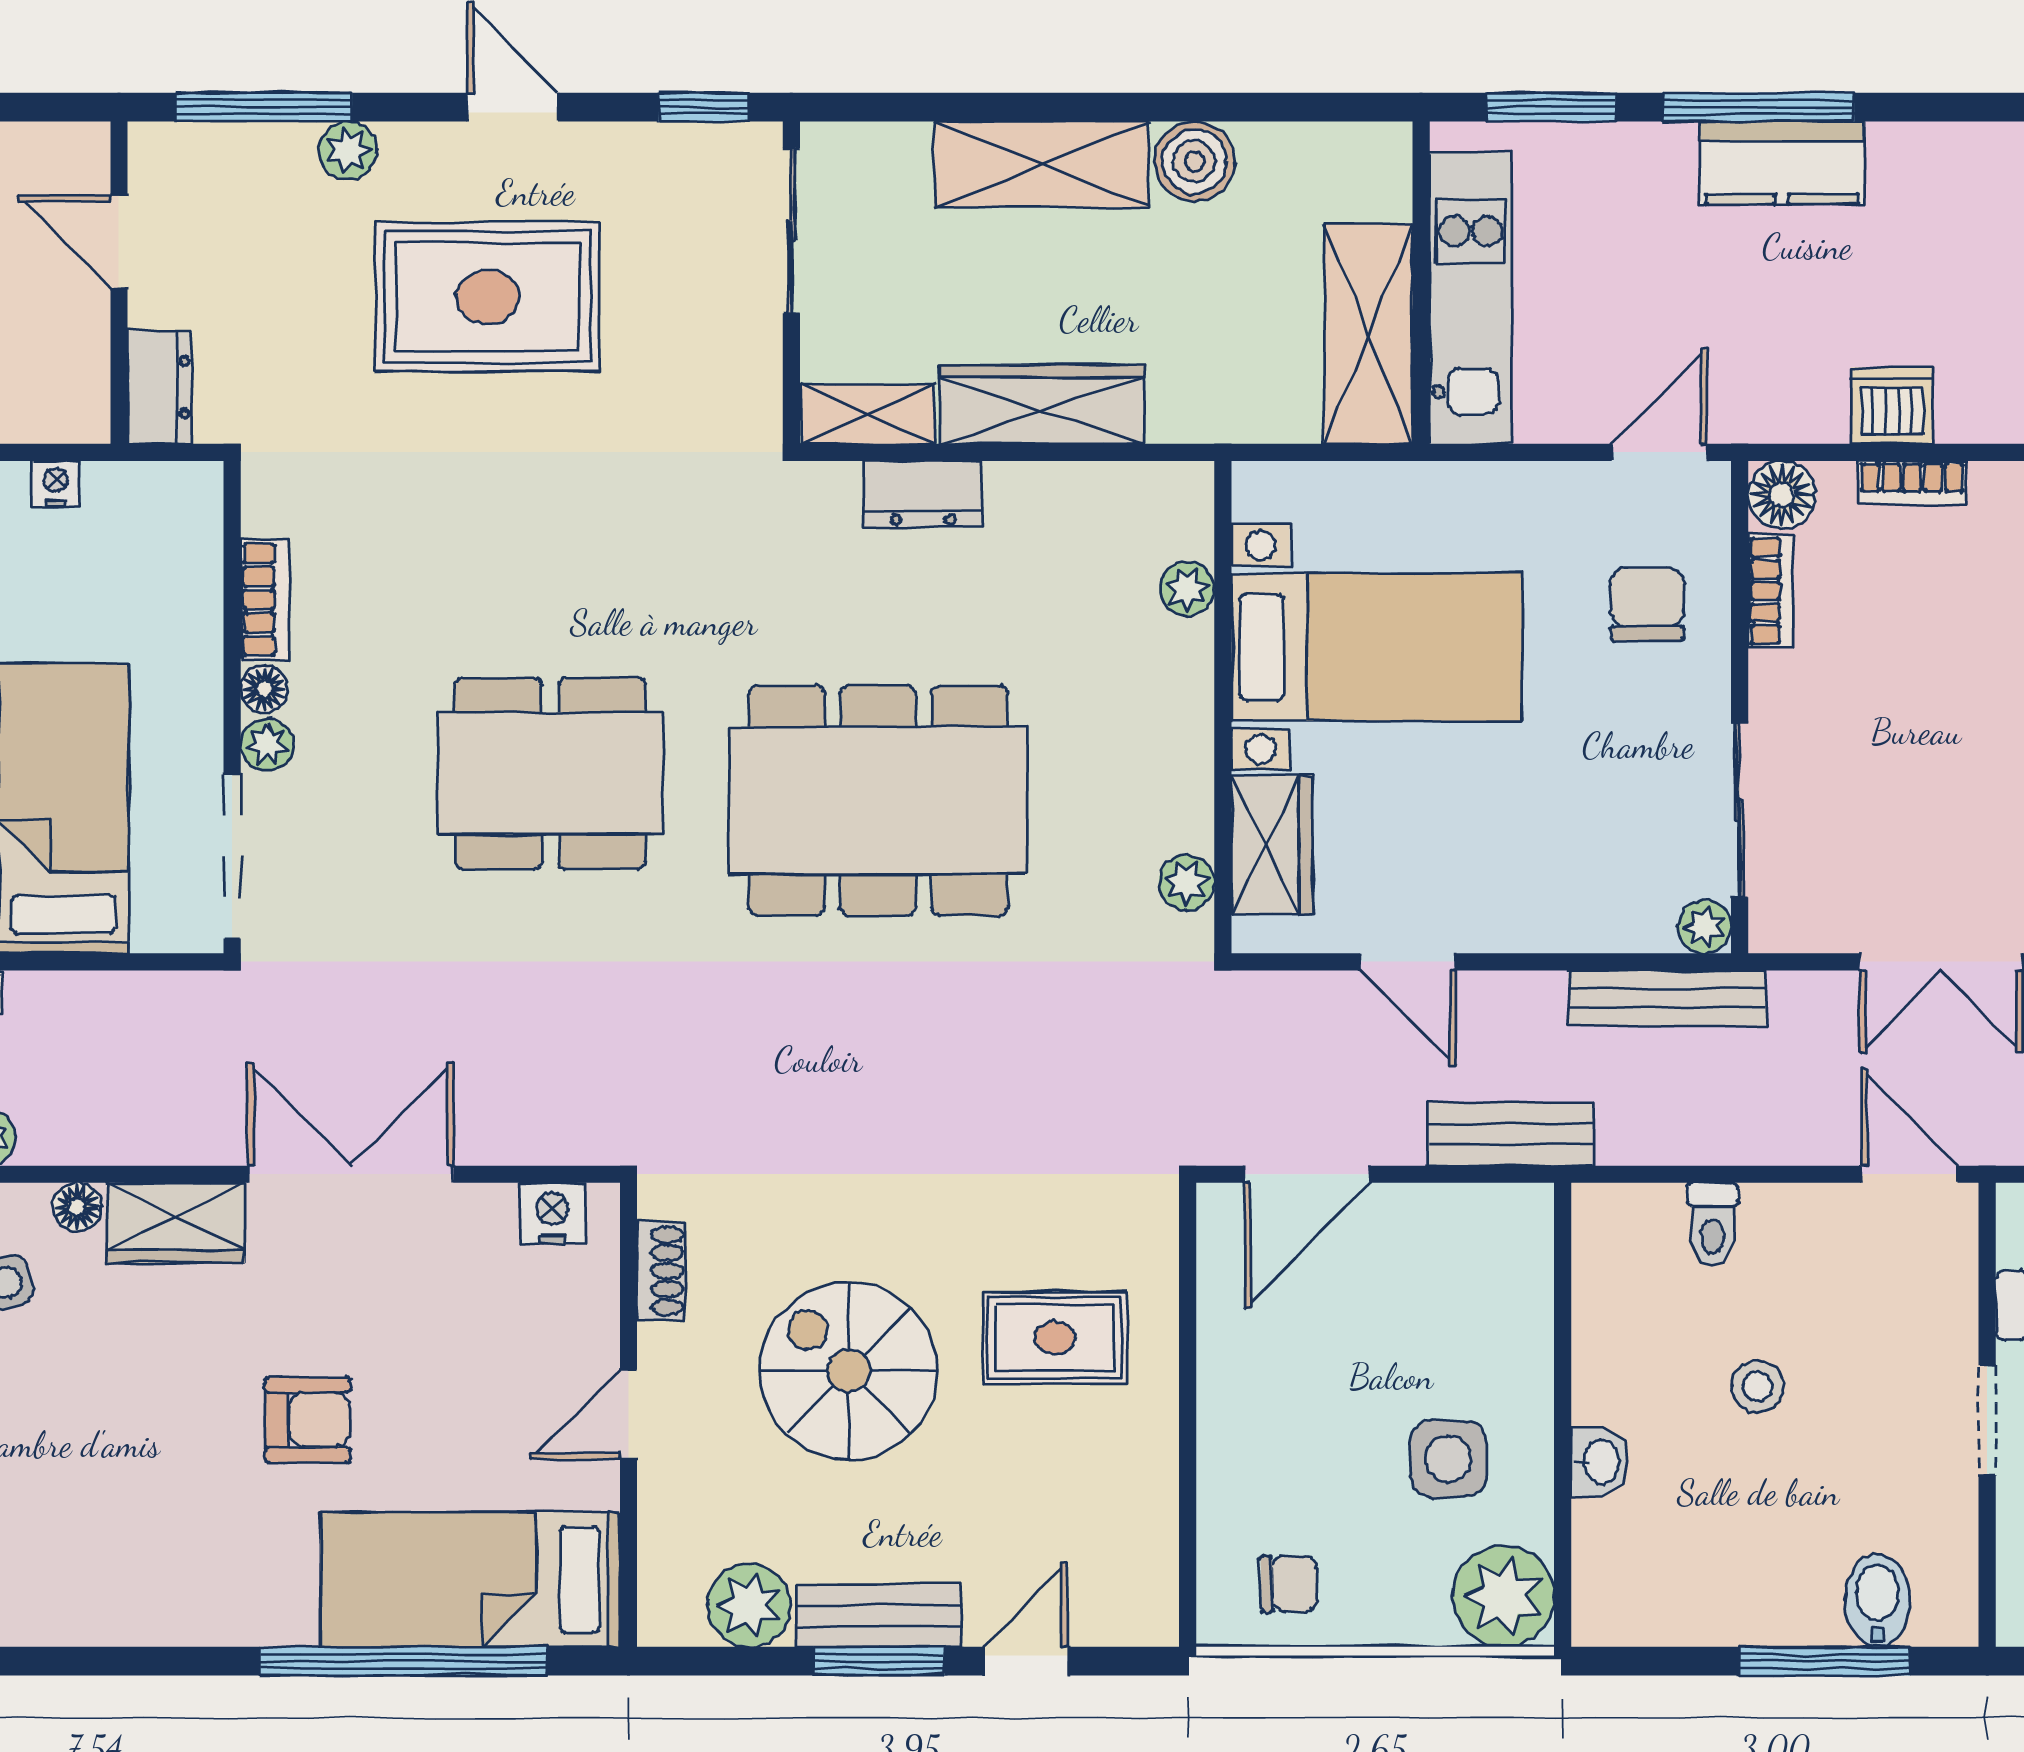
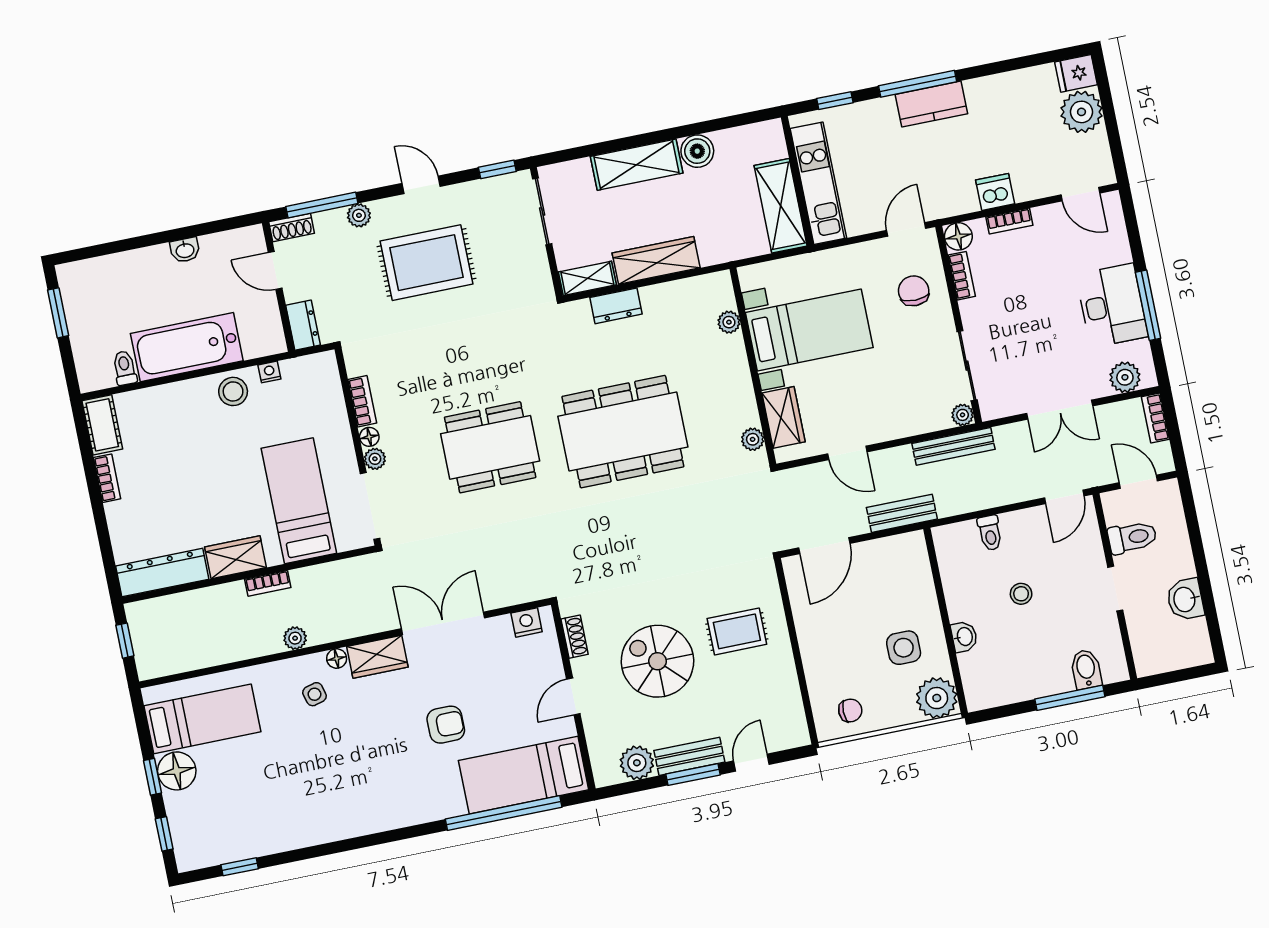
window: (1551, 107) -> (835, 101), width x0.67
shoe rack: (180, 147) -> (292, 228), added
door: (1909, 1174) -> (1064, 497), swing flipped

